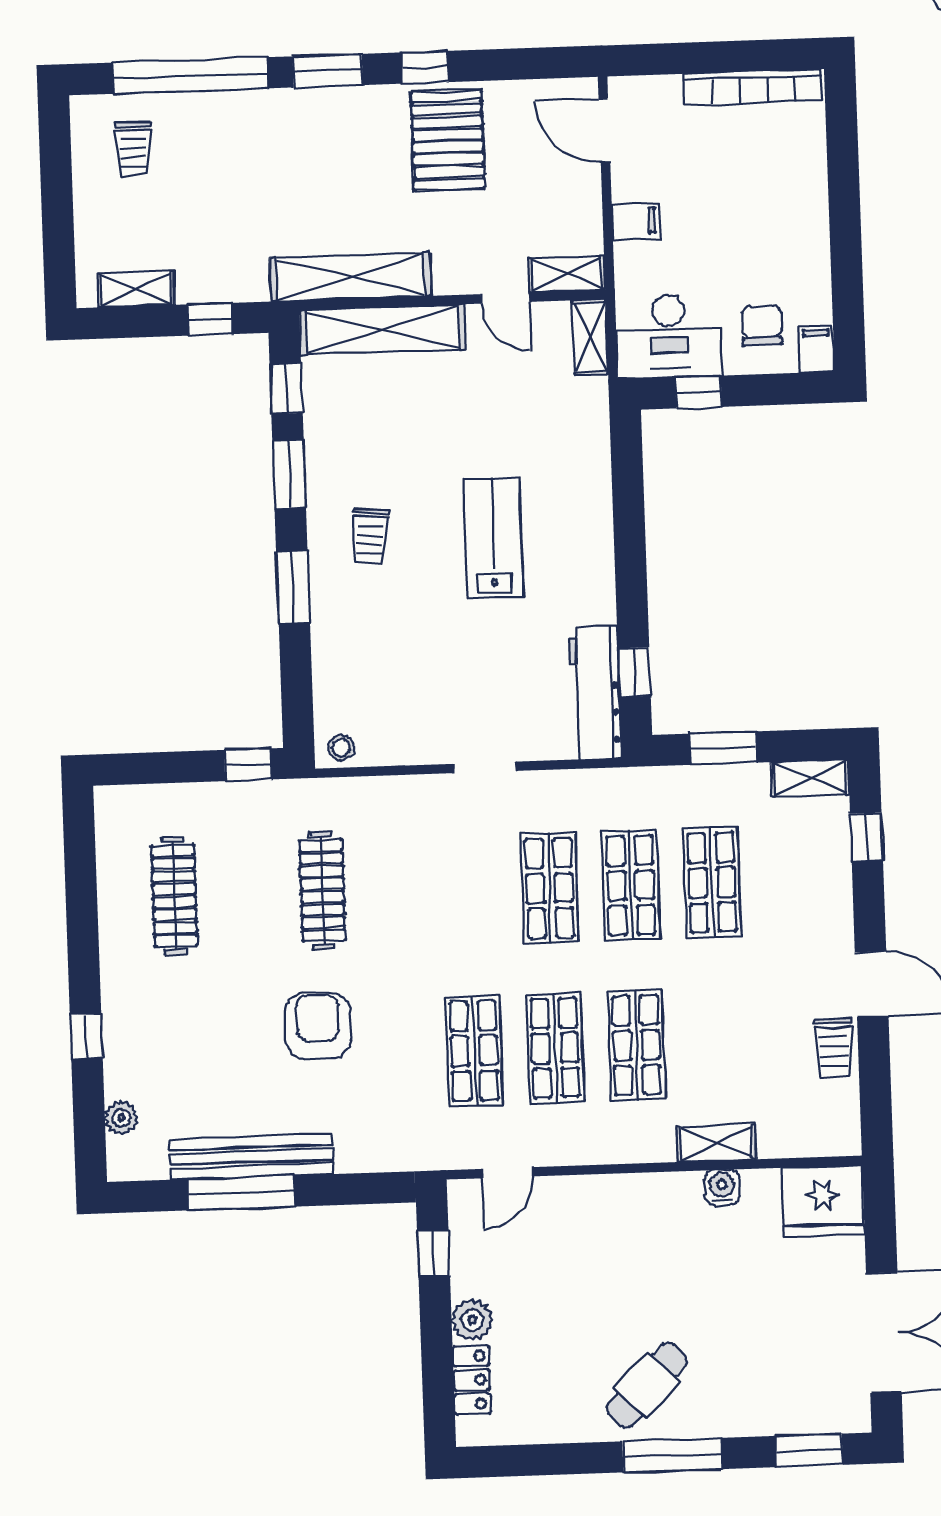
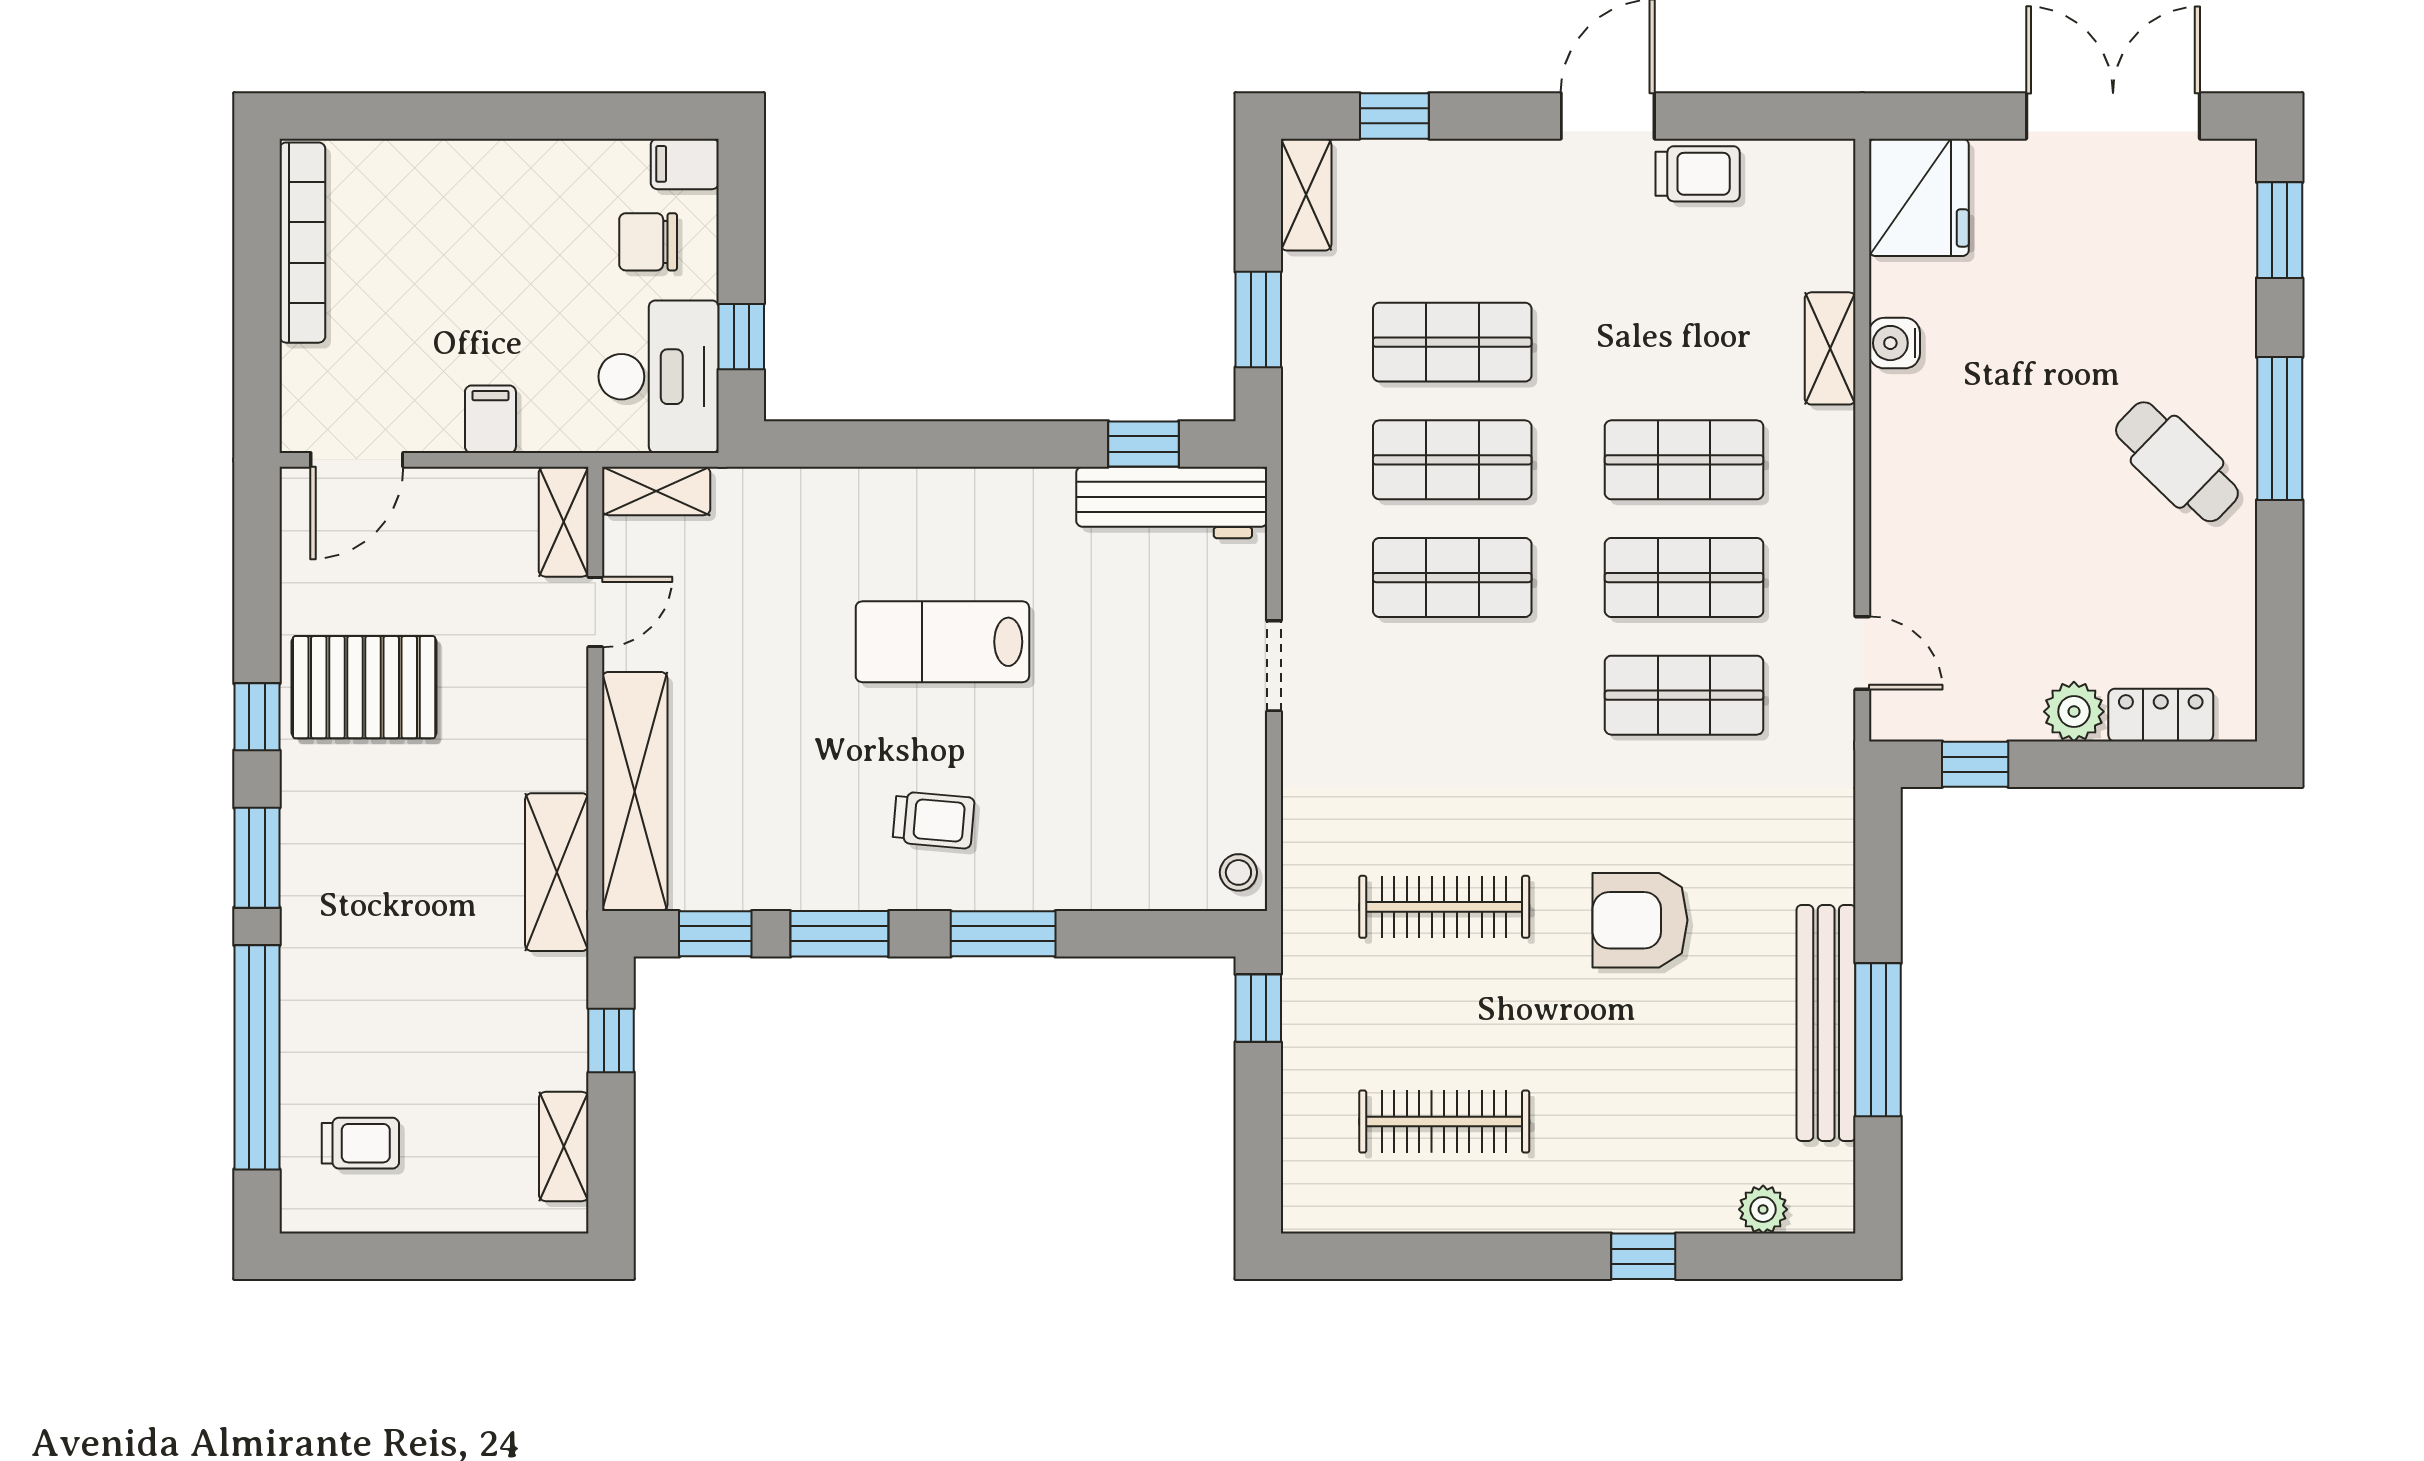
shelving: (350, 277) -> (557, 872), width x0.68

